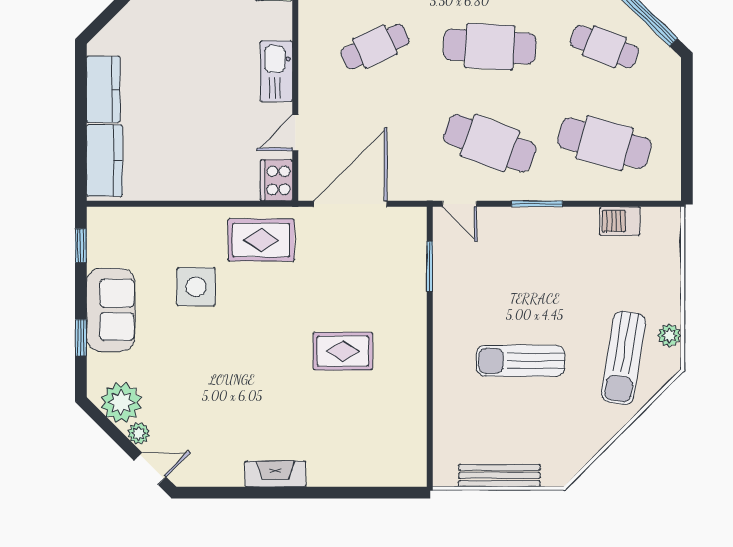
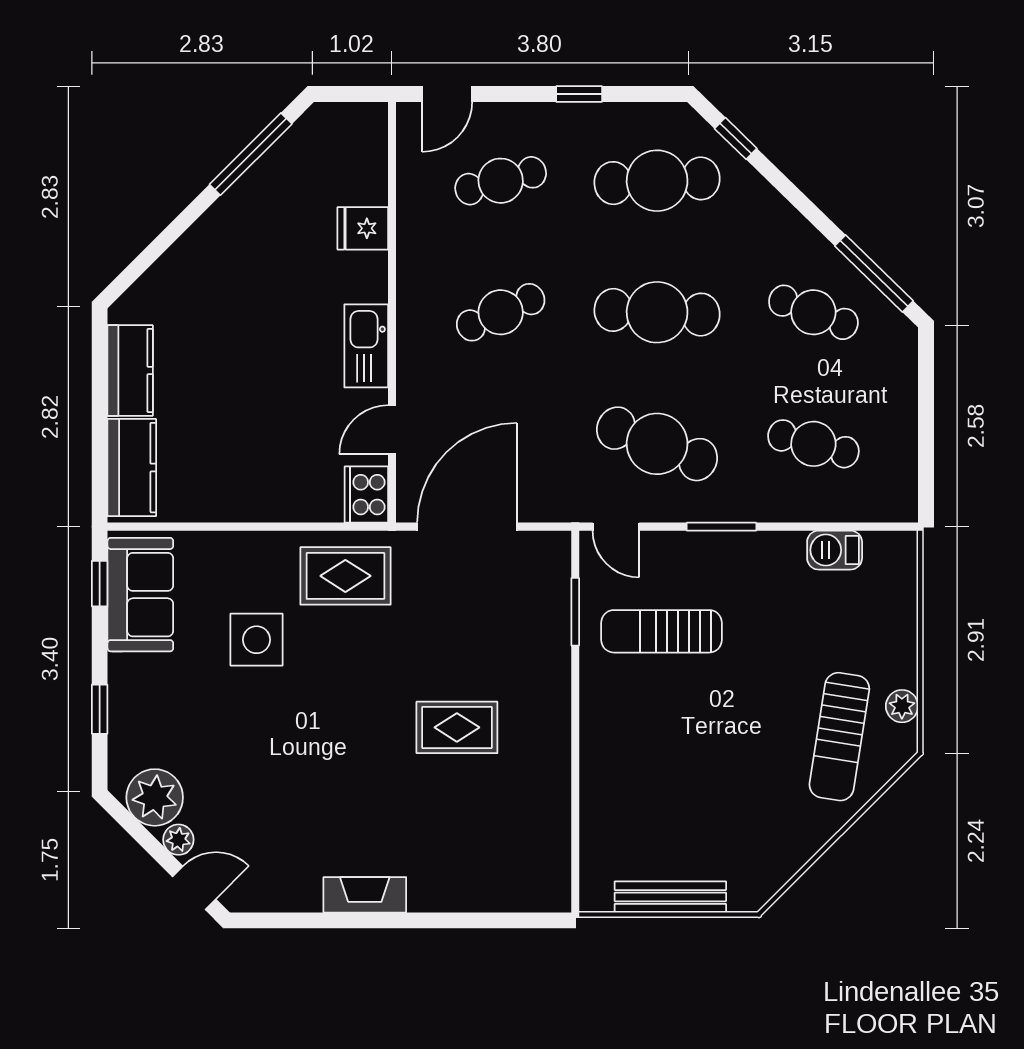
cafe table: (604, 143) -> (813, 444), width x0.73, depth x0.74
sofa: (111, 310) -> (140, 595), moved
sun lounger: (521, 361) -> (662, 631), moved

